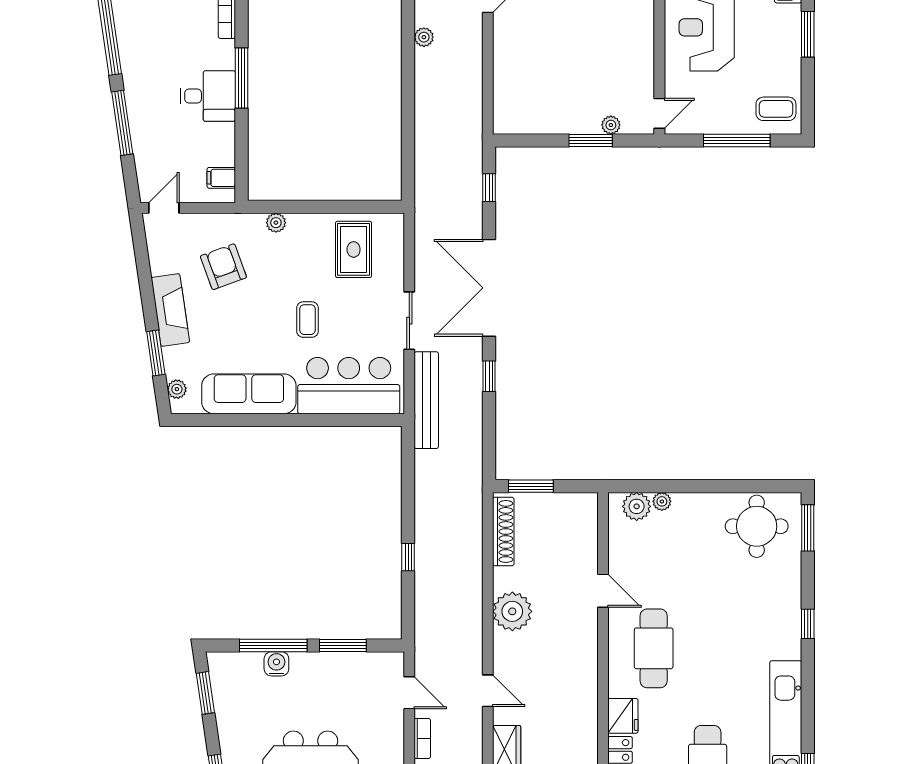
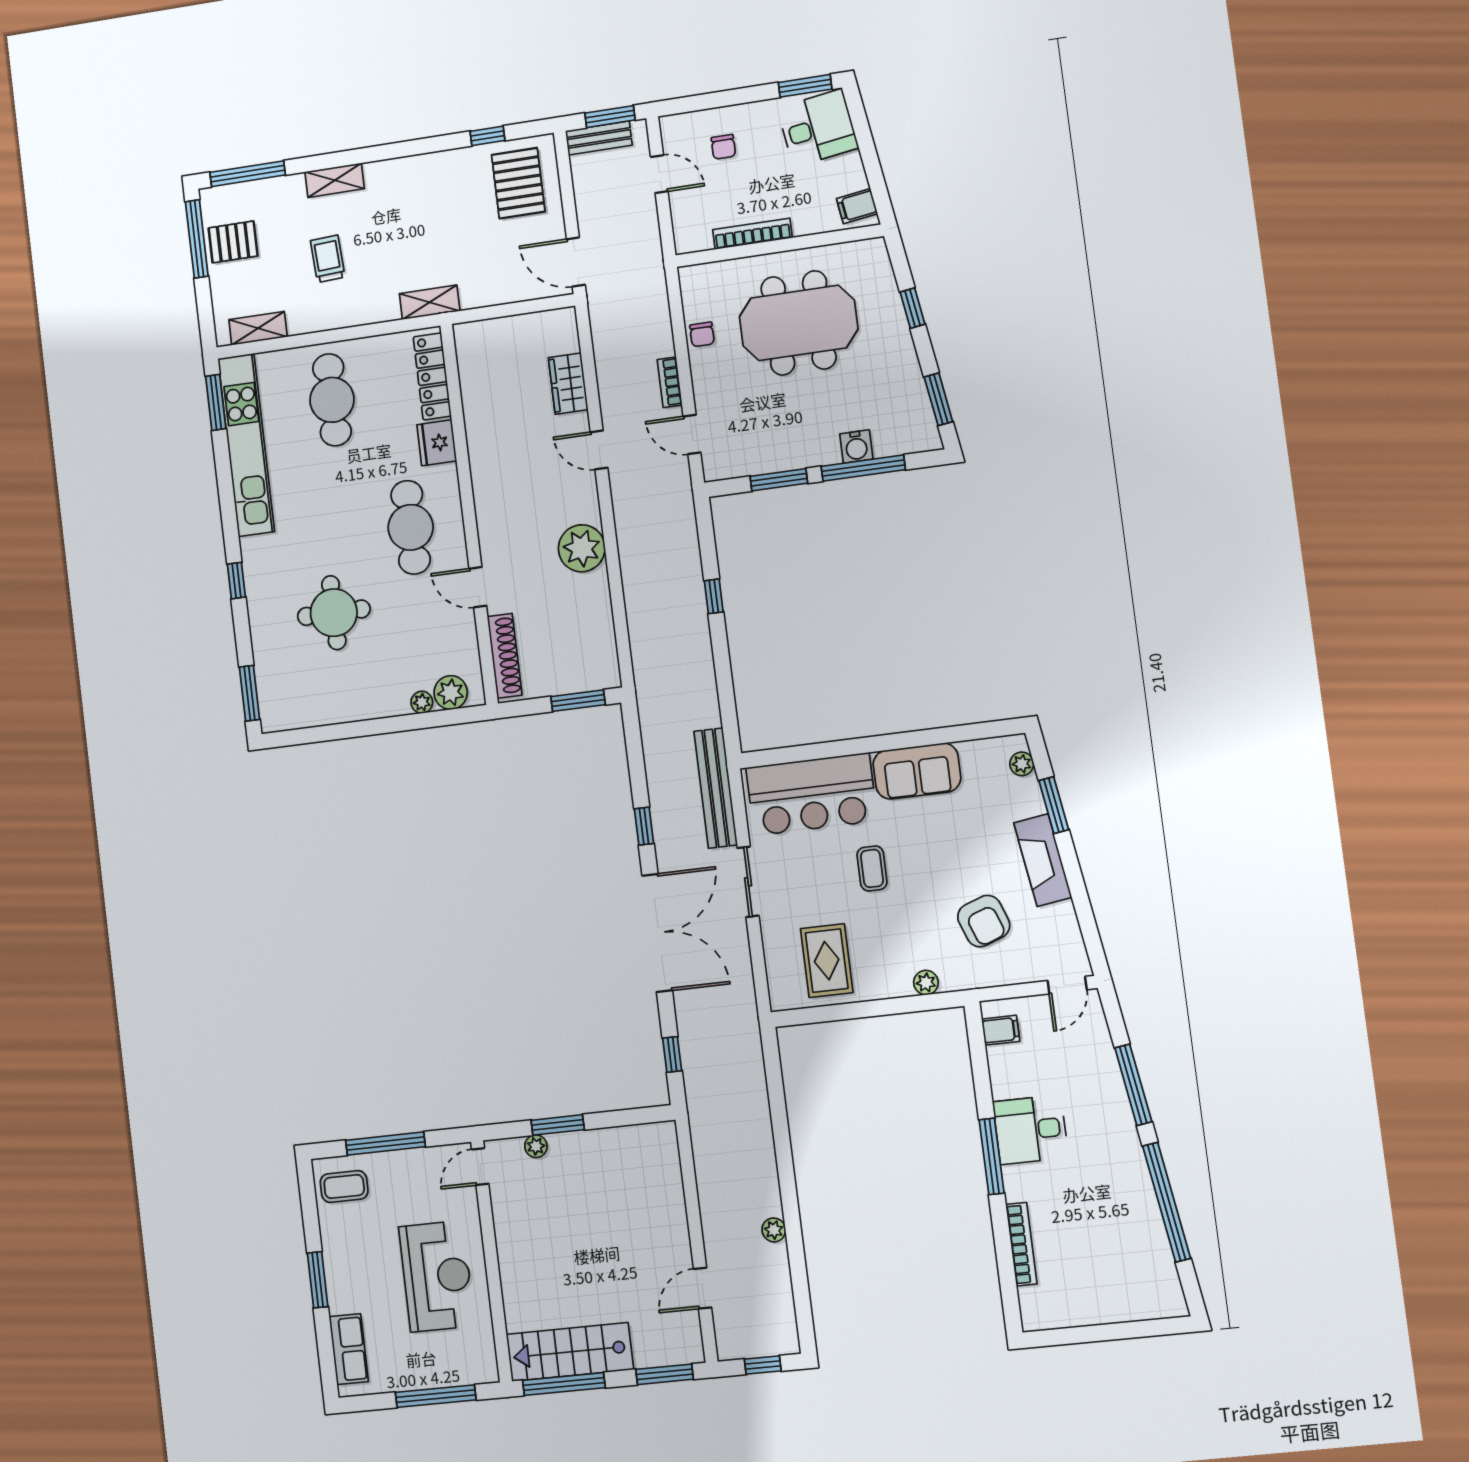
sofa: (249, 394) -> (917, 771), width x0.73
round table: (757, 526) -> (334, 613), moved
shoe rack: (503, 531) -> (505, 656), moved, turned 180

